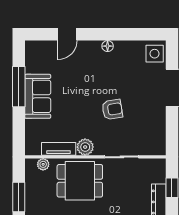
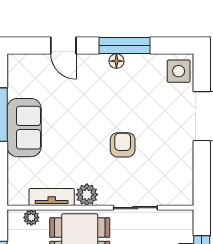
door: (67, 34) -> (63, 46), hinge flipped
window: (114, 34) -> (124, 46), added
armchair: (112, 109) -> (123, 145), turned -81

